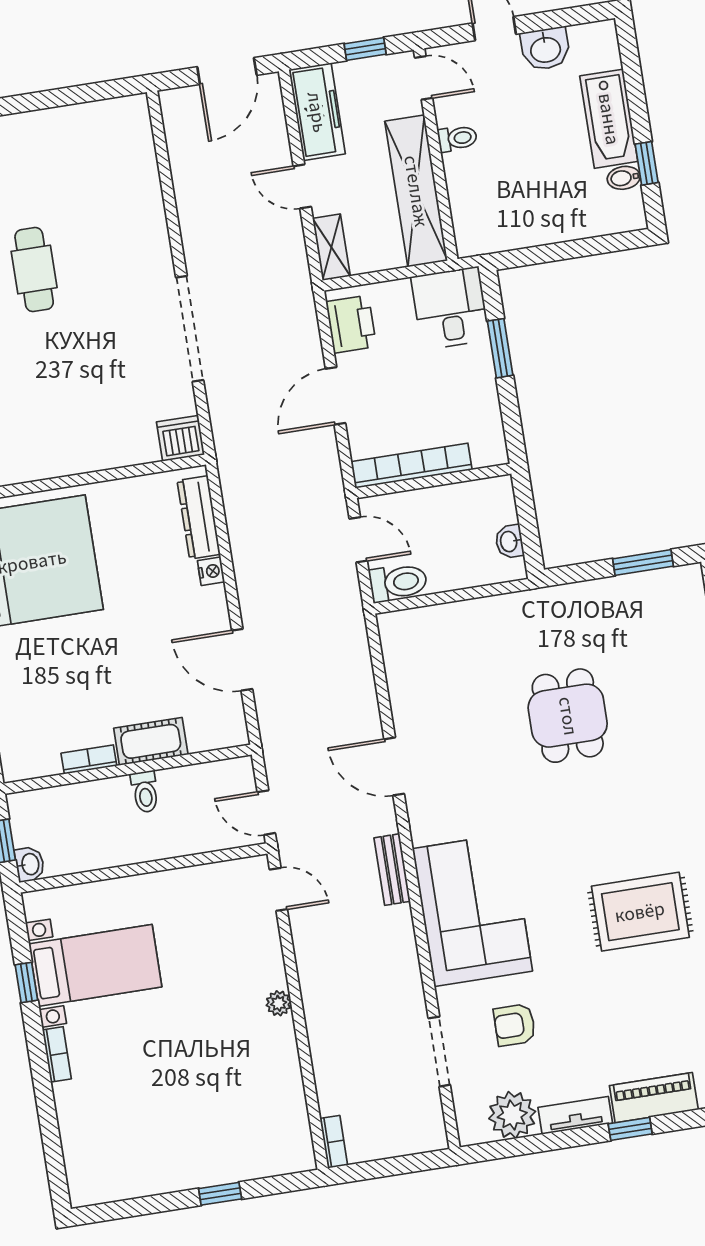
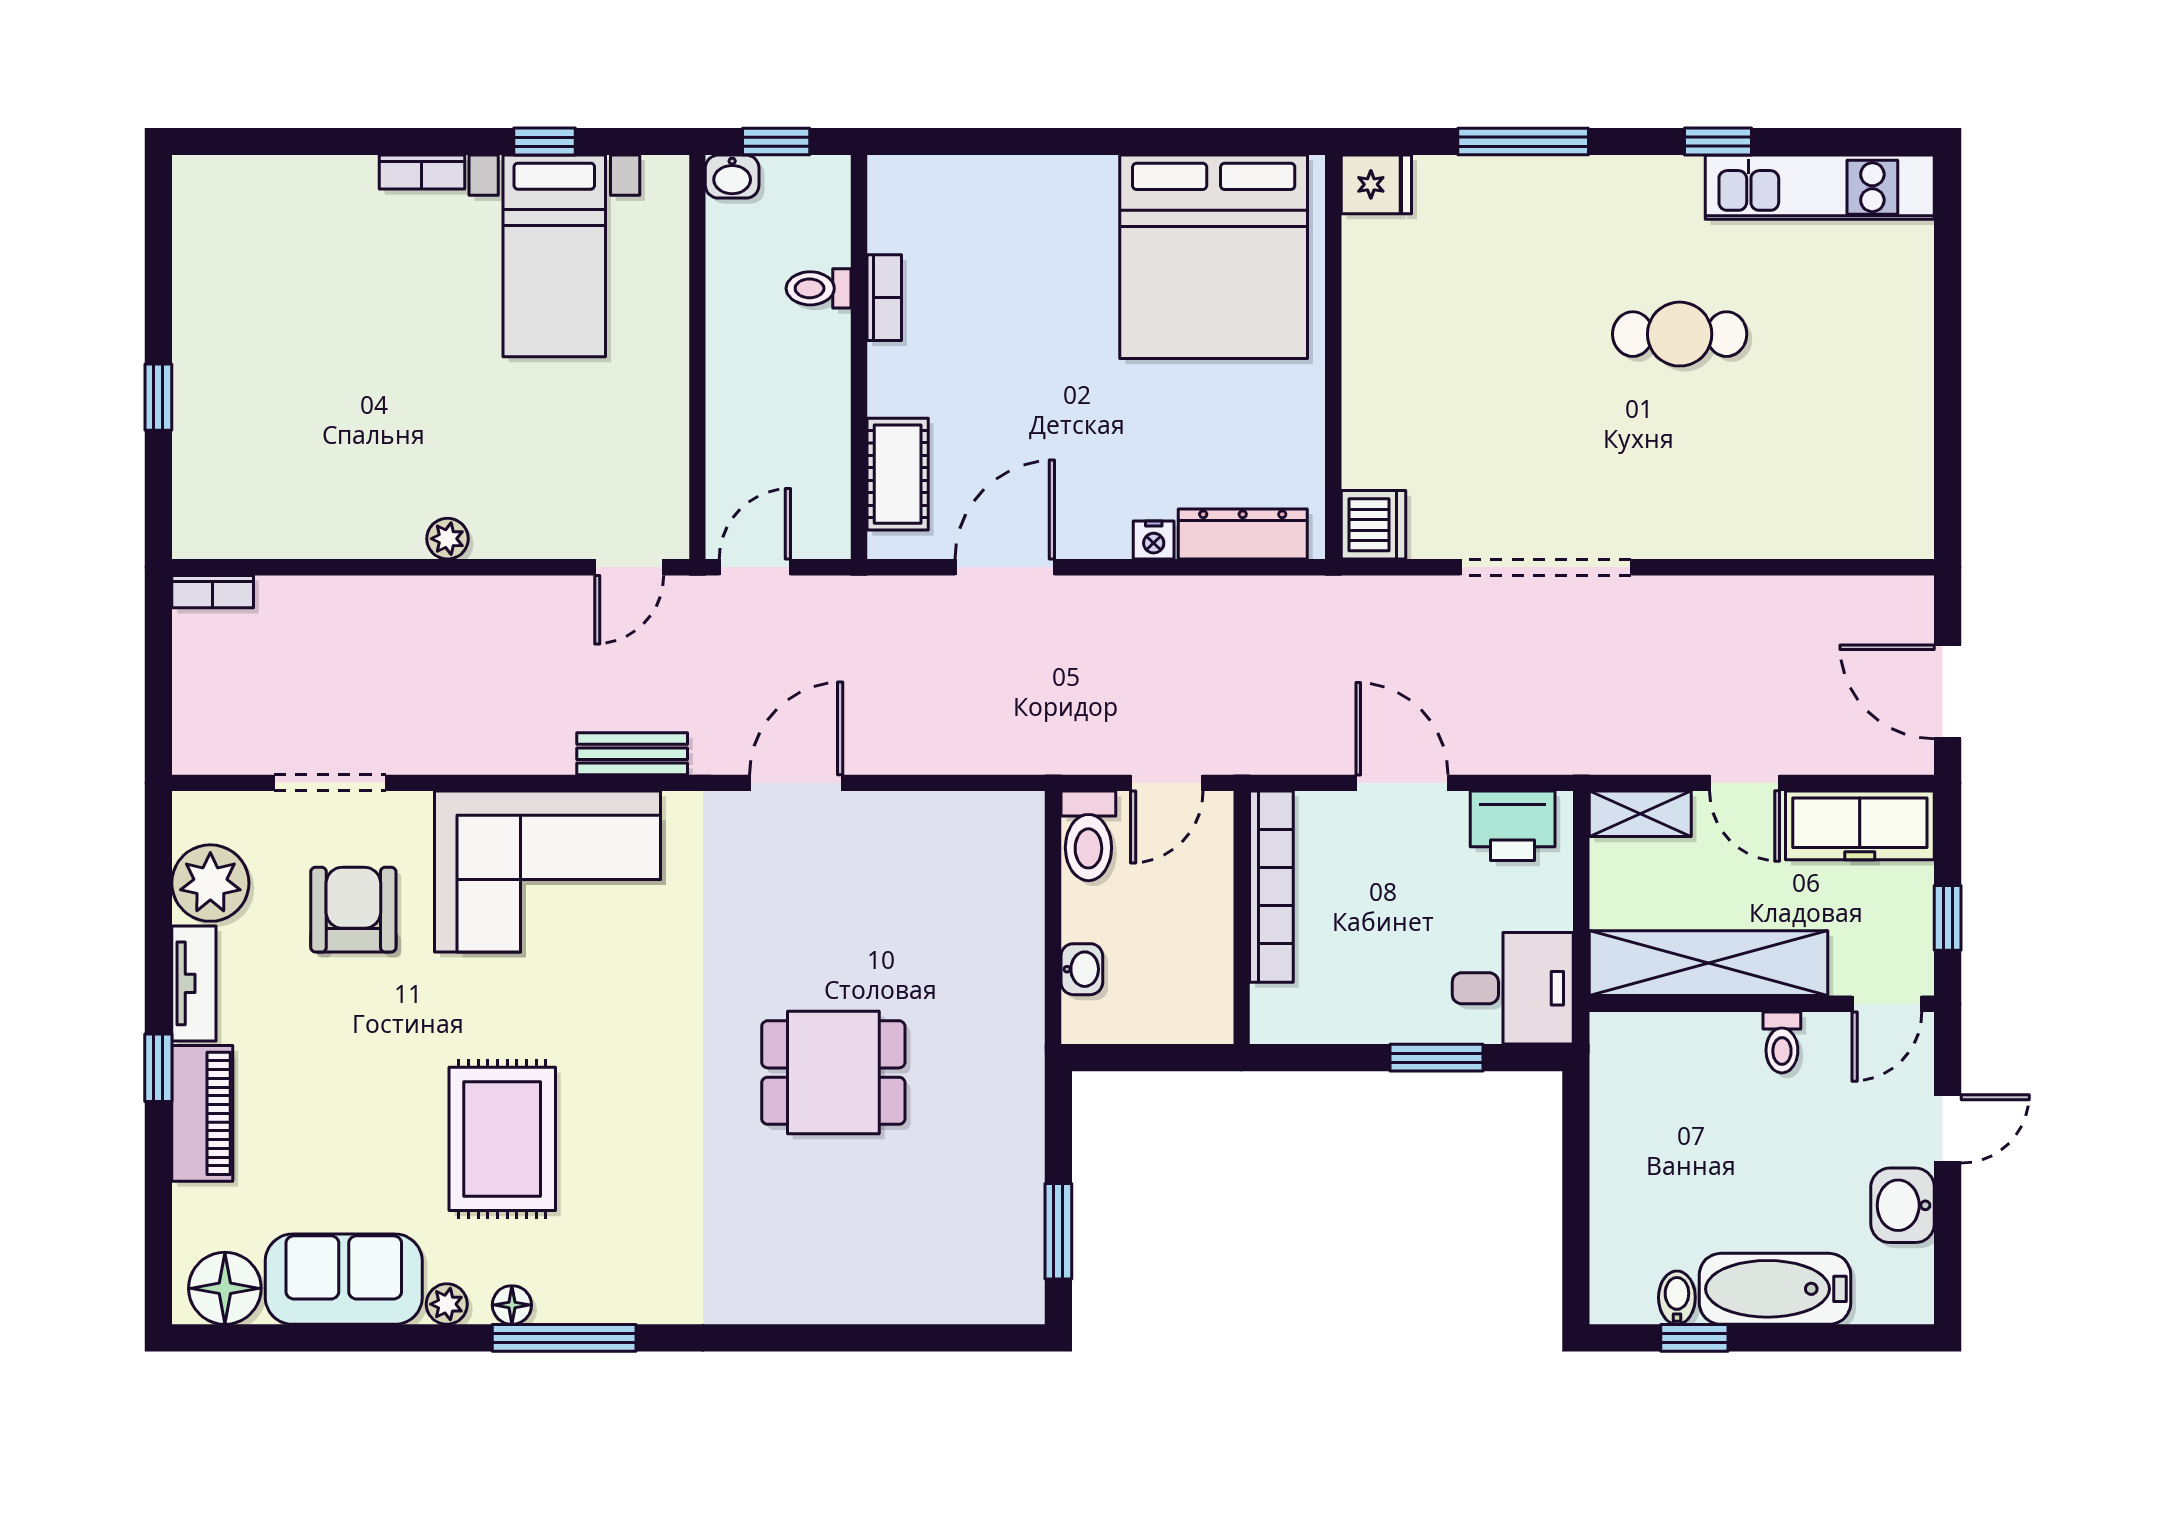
door: (302, 186) -> (1744, 783), swing flipped
washbasin: (509, 541) -> (1082, 969), moved, turned 90
cot: (151, 741) -> (898, 474), moved
toilet: (145, 792) -> (819, 288), moved
armchair: (515, 1025) -> (353, 910), width x1.38, depth x1.38

